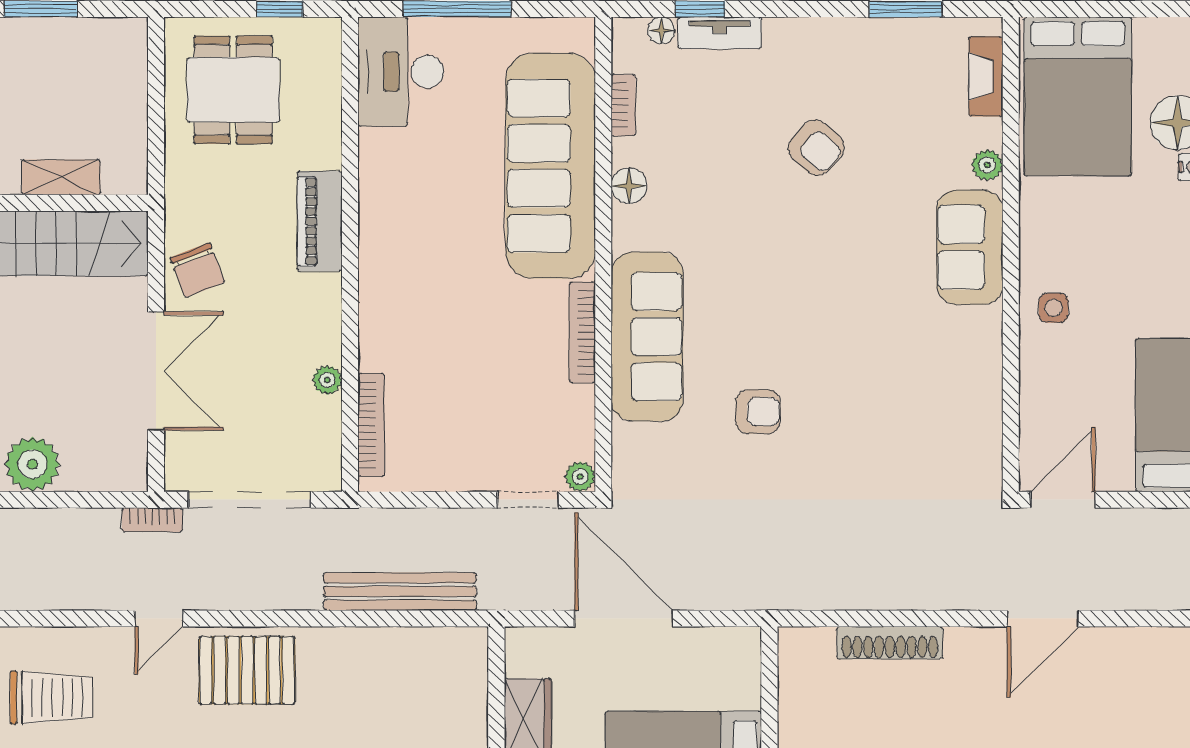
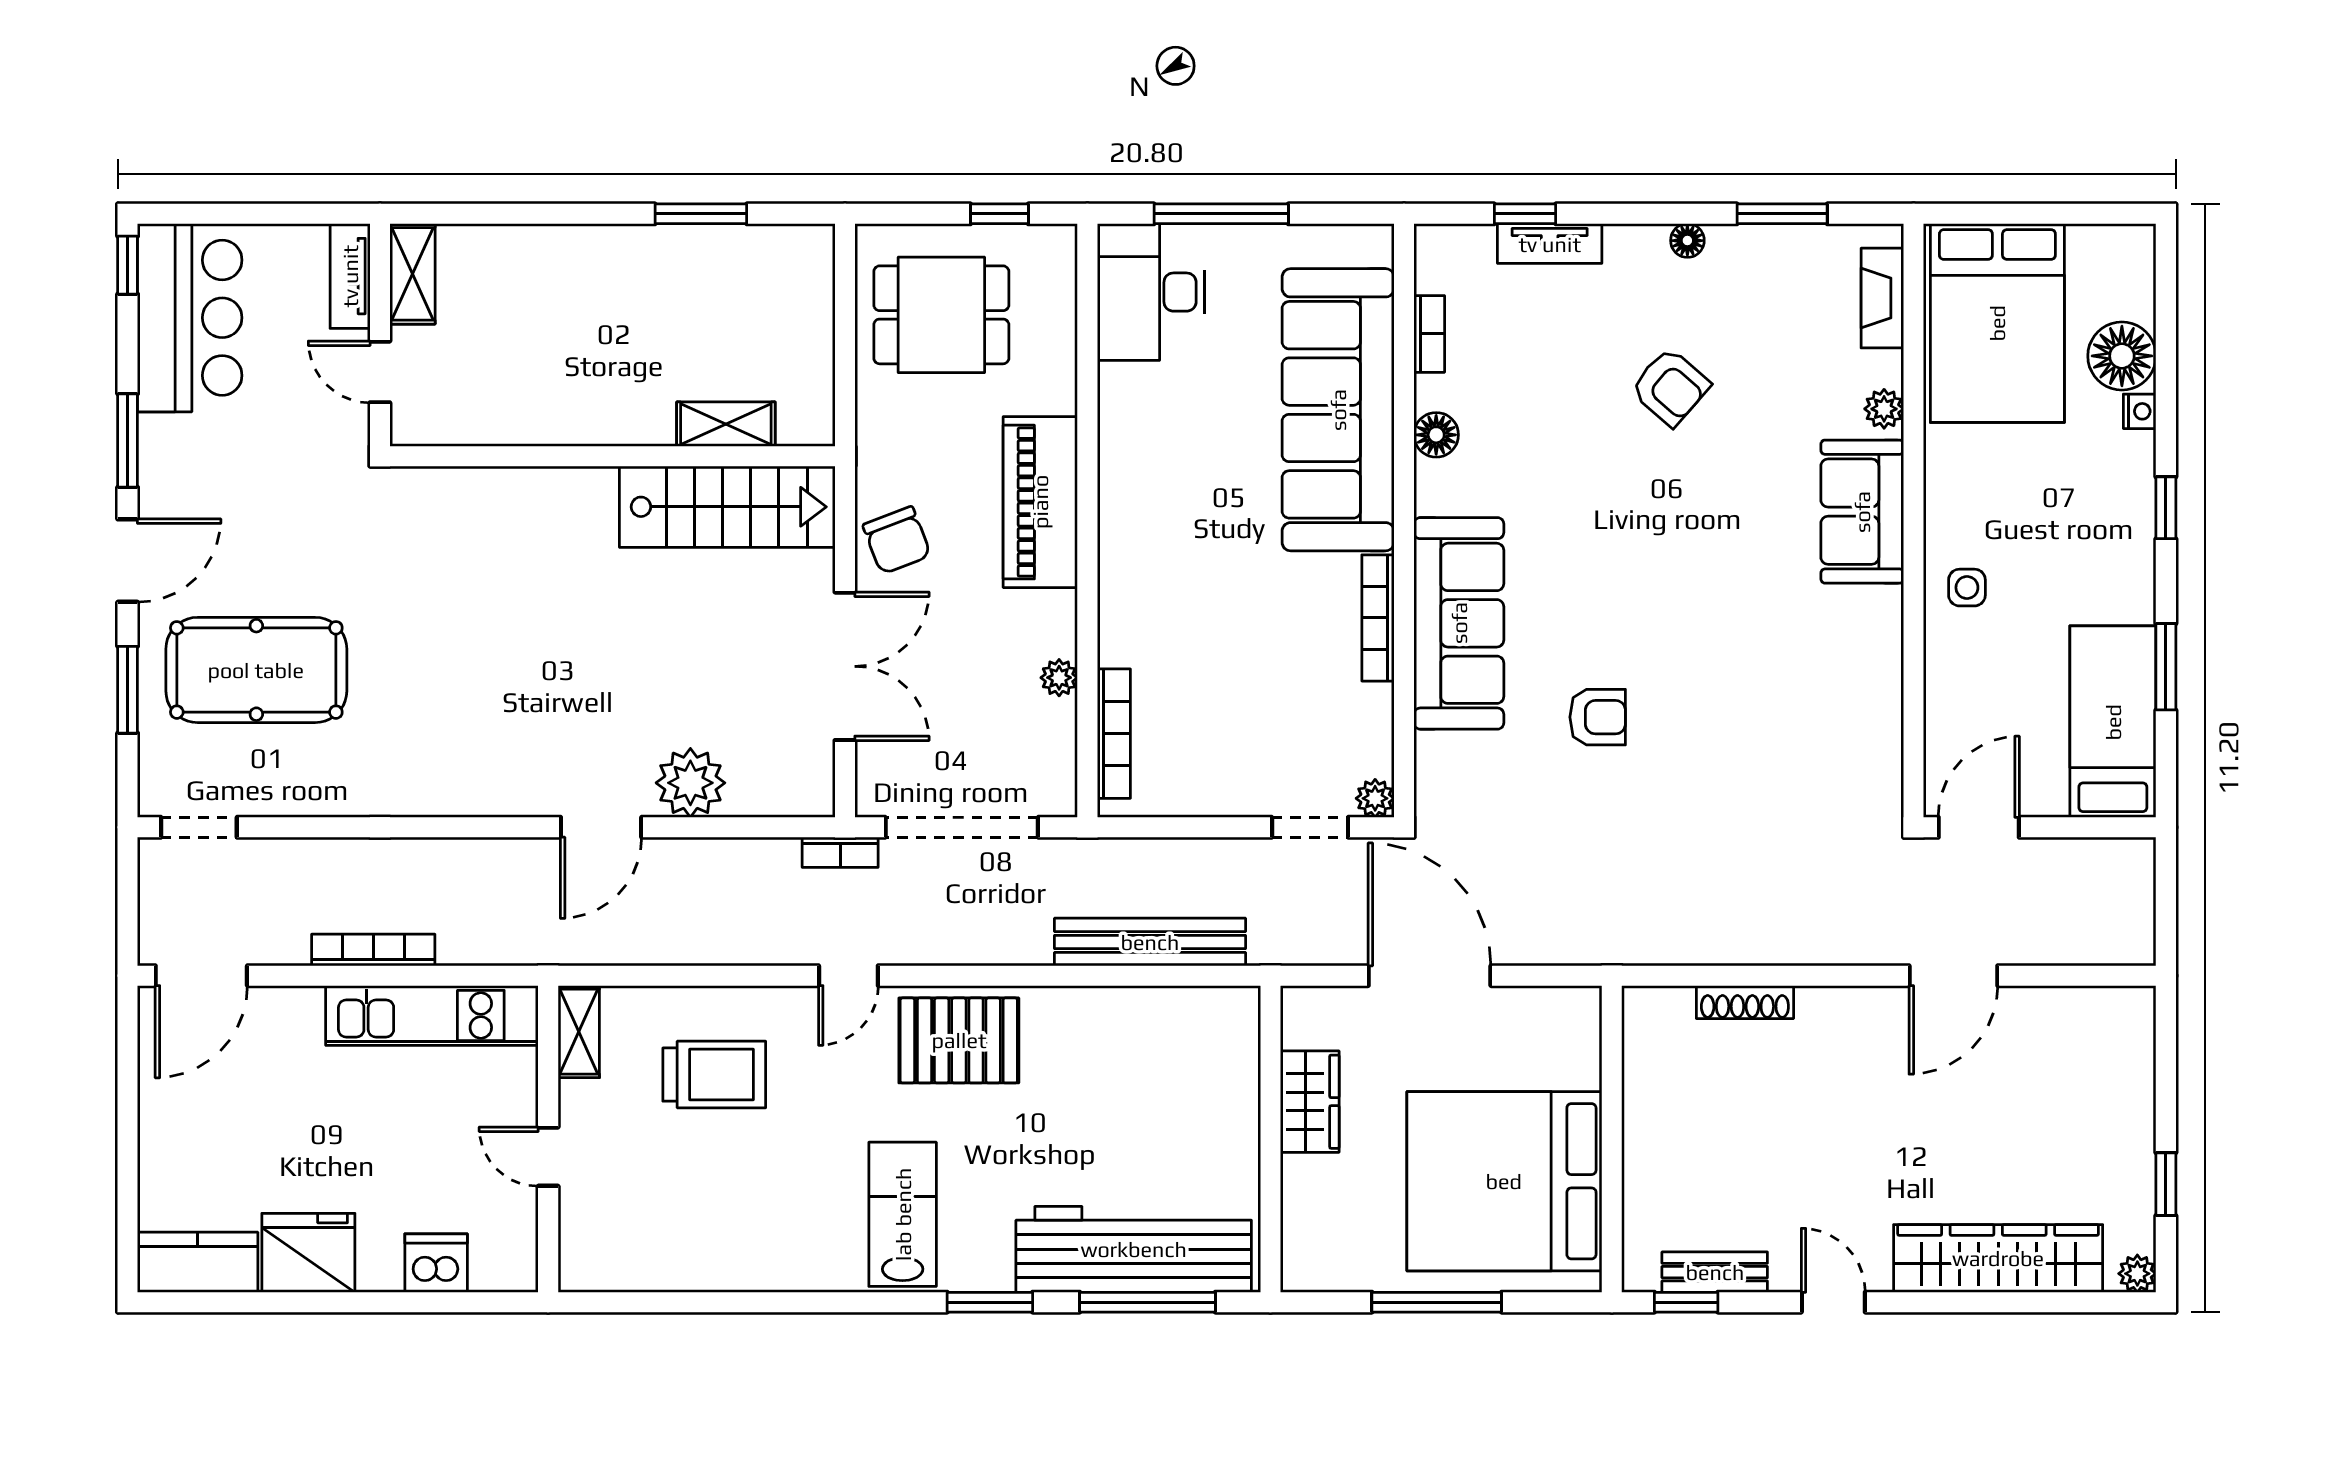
floor lamp: (661, 30) -> (1687, 241), moved
dining table: (233, 90) -> (941, 315), turned 90
piano: (320, 221) -> (1040, 502), width x1.37, depth x1.33
shoe rack: (890, 643) -> (1745, 1002), width x0.74, depth x0.81

